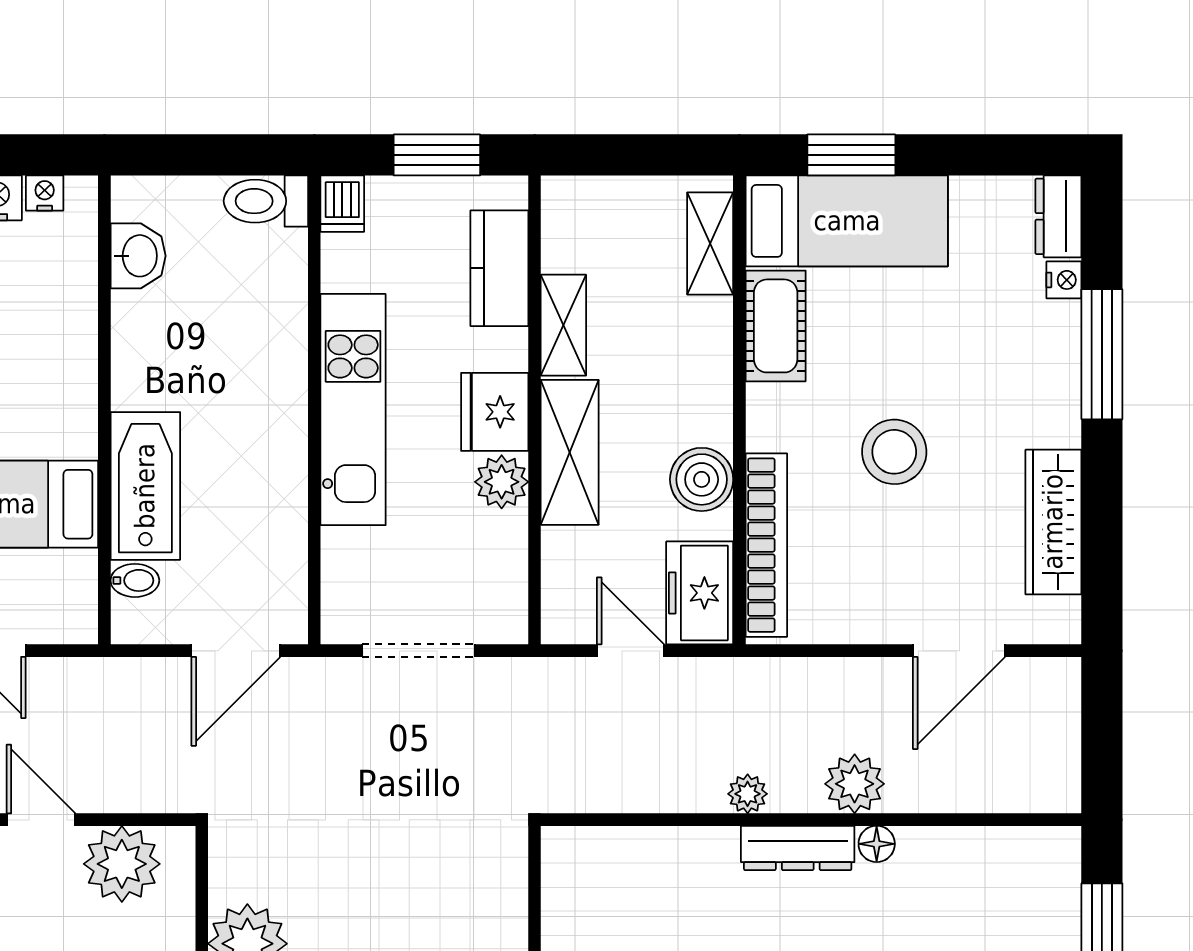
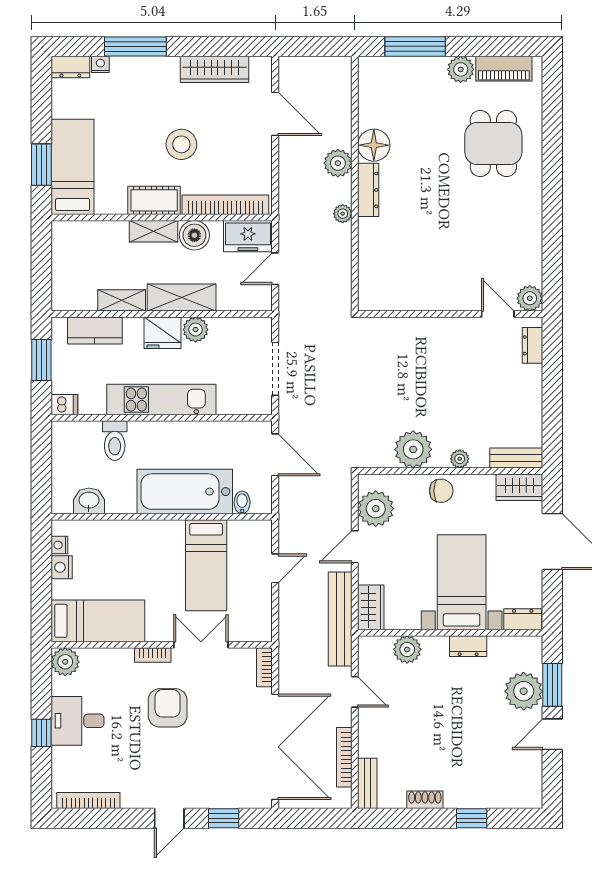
toilet: (266, 201) -> (115, 441), moved
shelving: (710, 244) -> (153, 231), moved
cot: (776, 326) -> (154, 200), moved
bathtub: (145, 486) -> (185, 492), width x1.36, depth x1.36
floor lamp: (877, 844) -> (374, 145), width x1.89, depth x1.89

